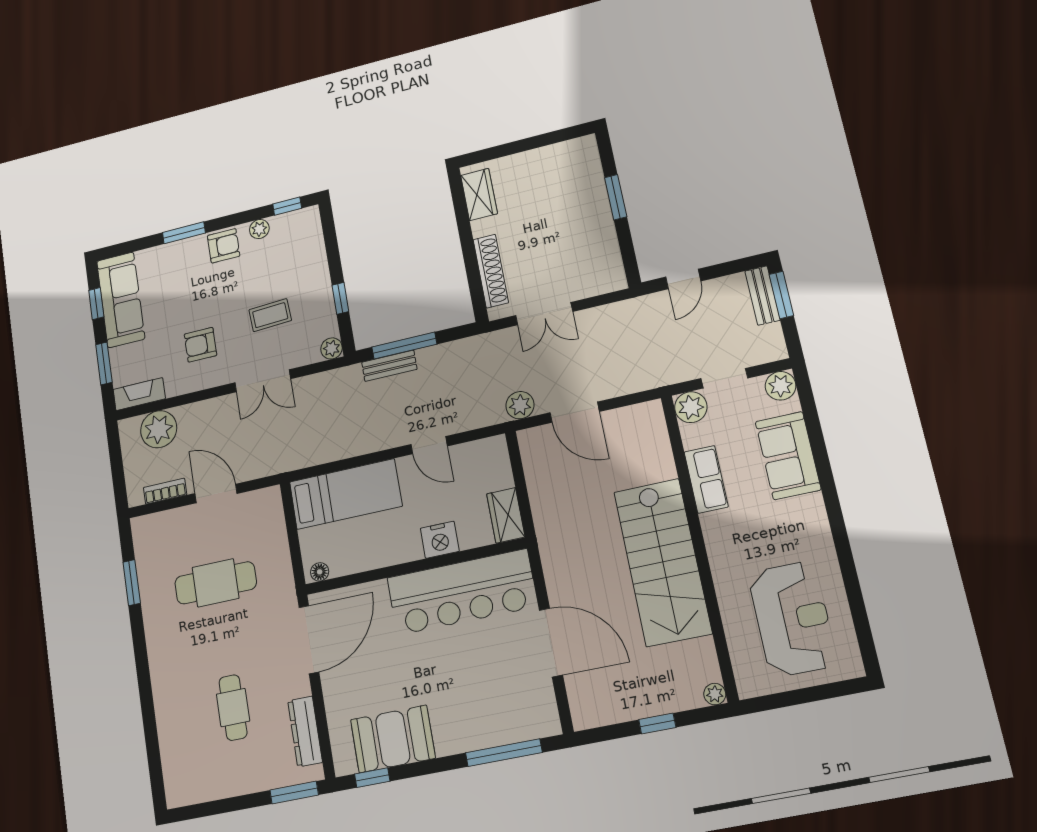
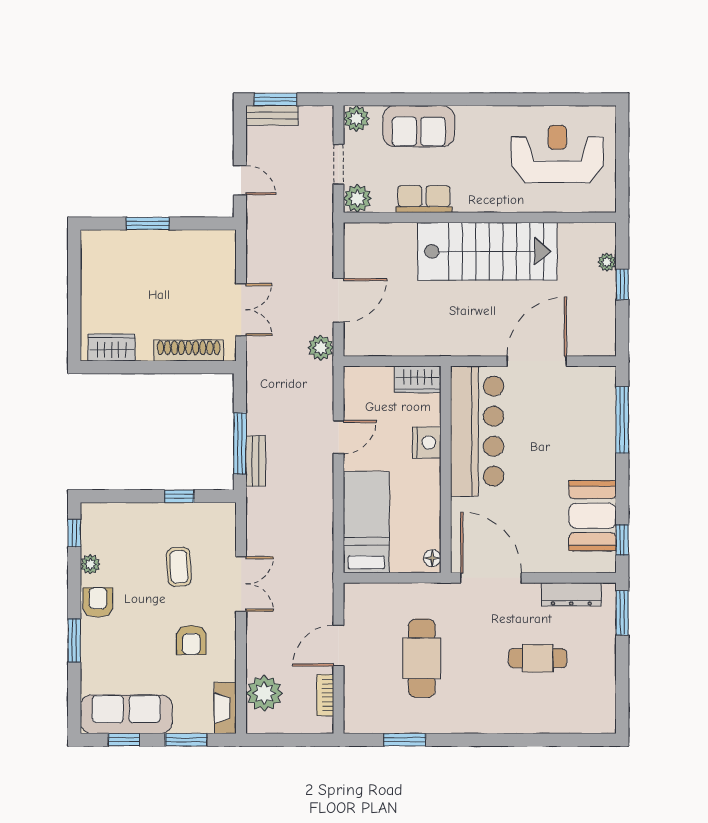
plant: (331, 348) -> (226, 513), removed
plant: (715, 694) -> (607, 262), moved

